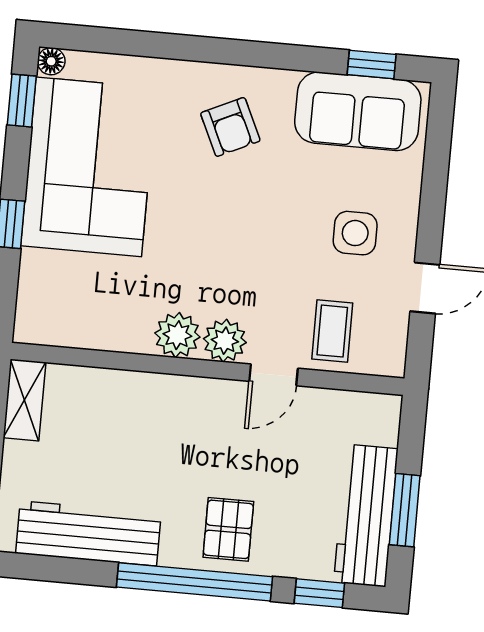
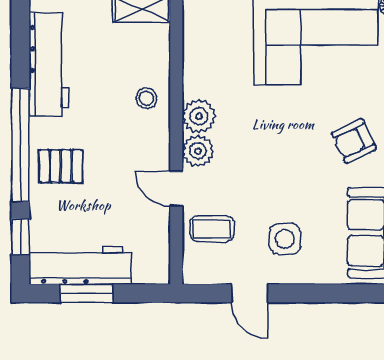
stool: (147, 404) -> (146, 98), added

